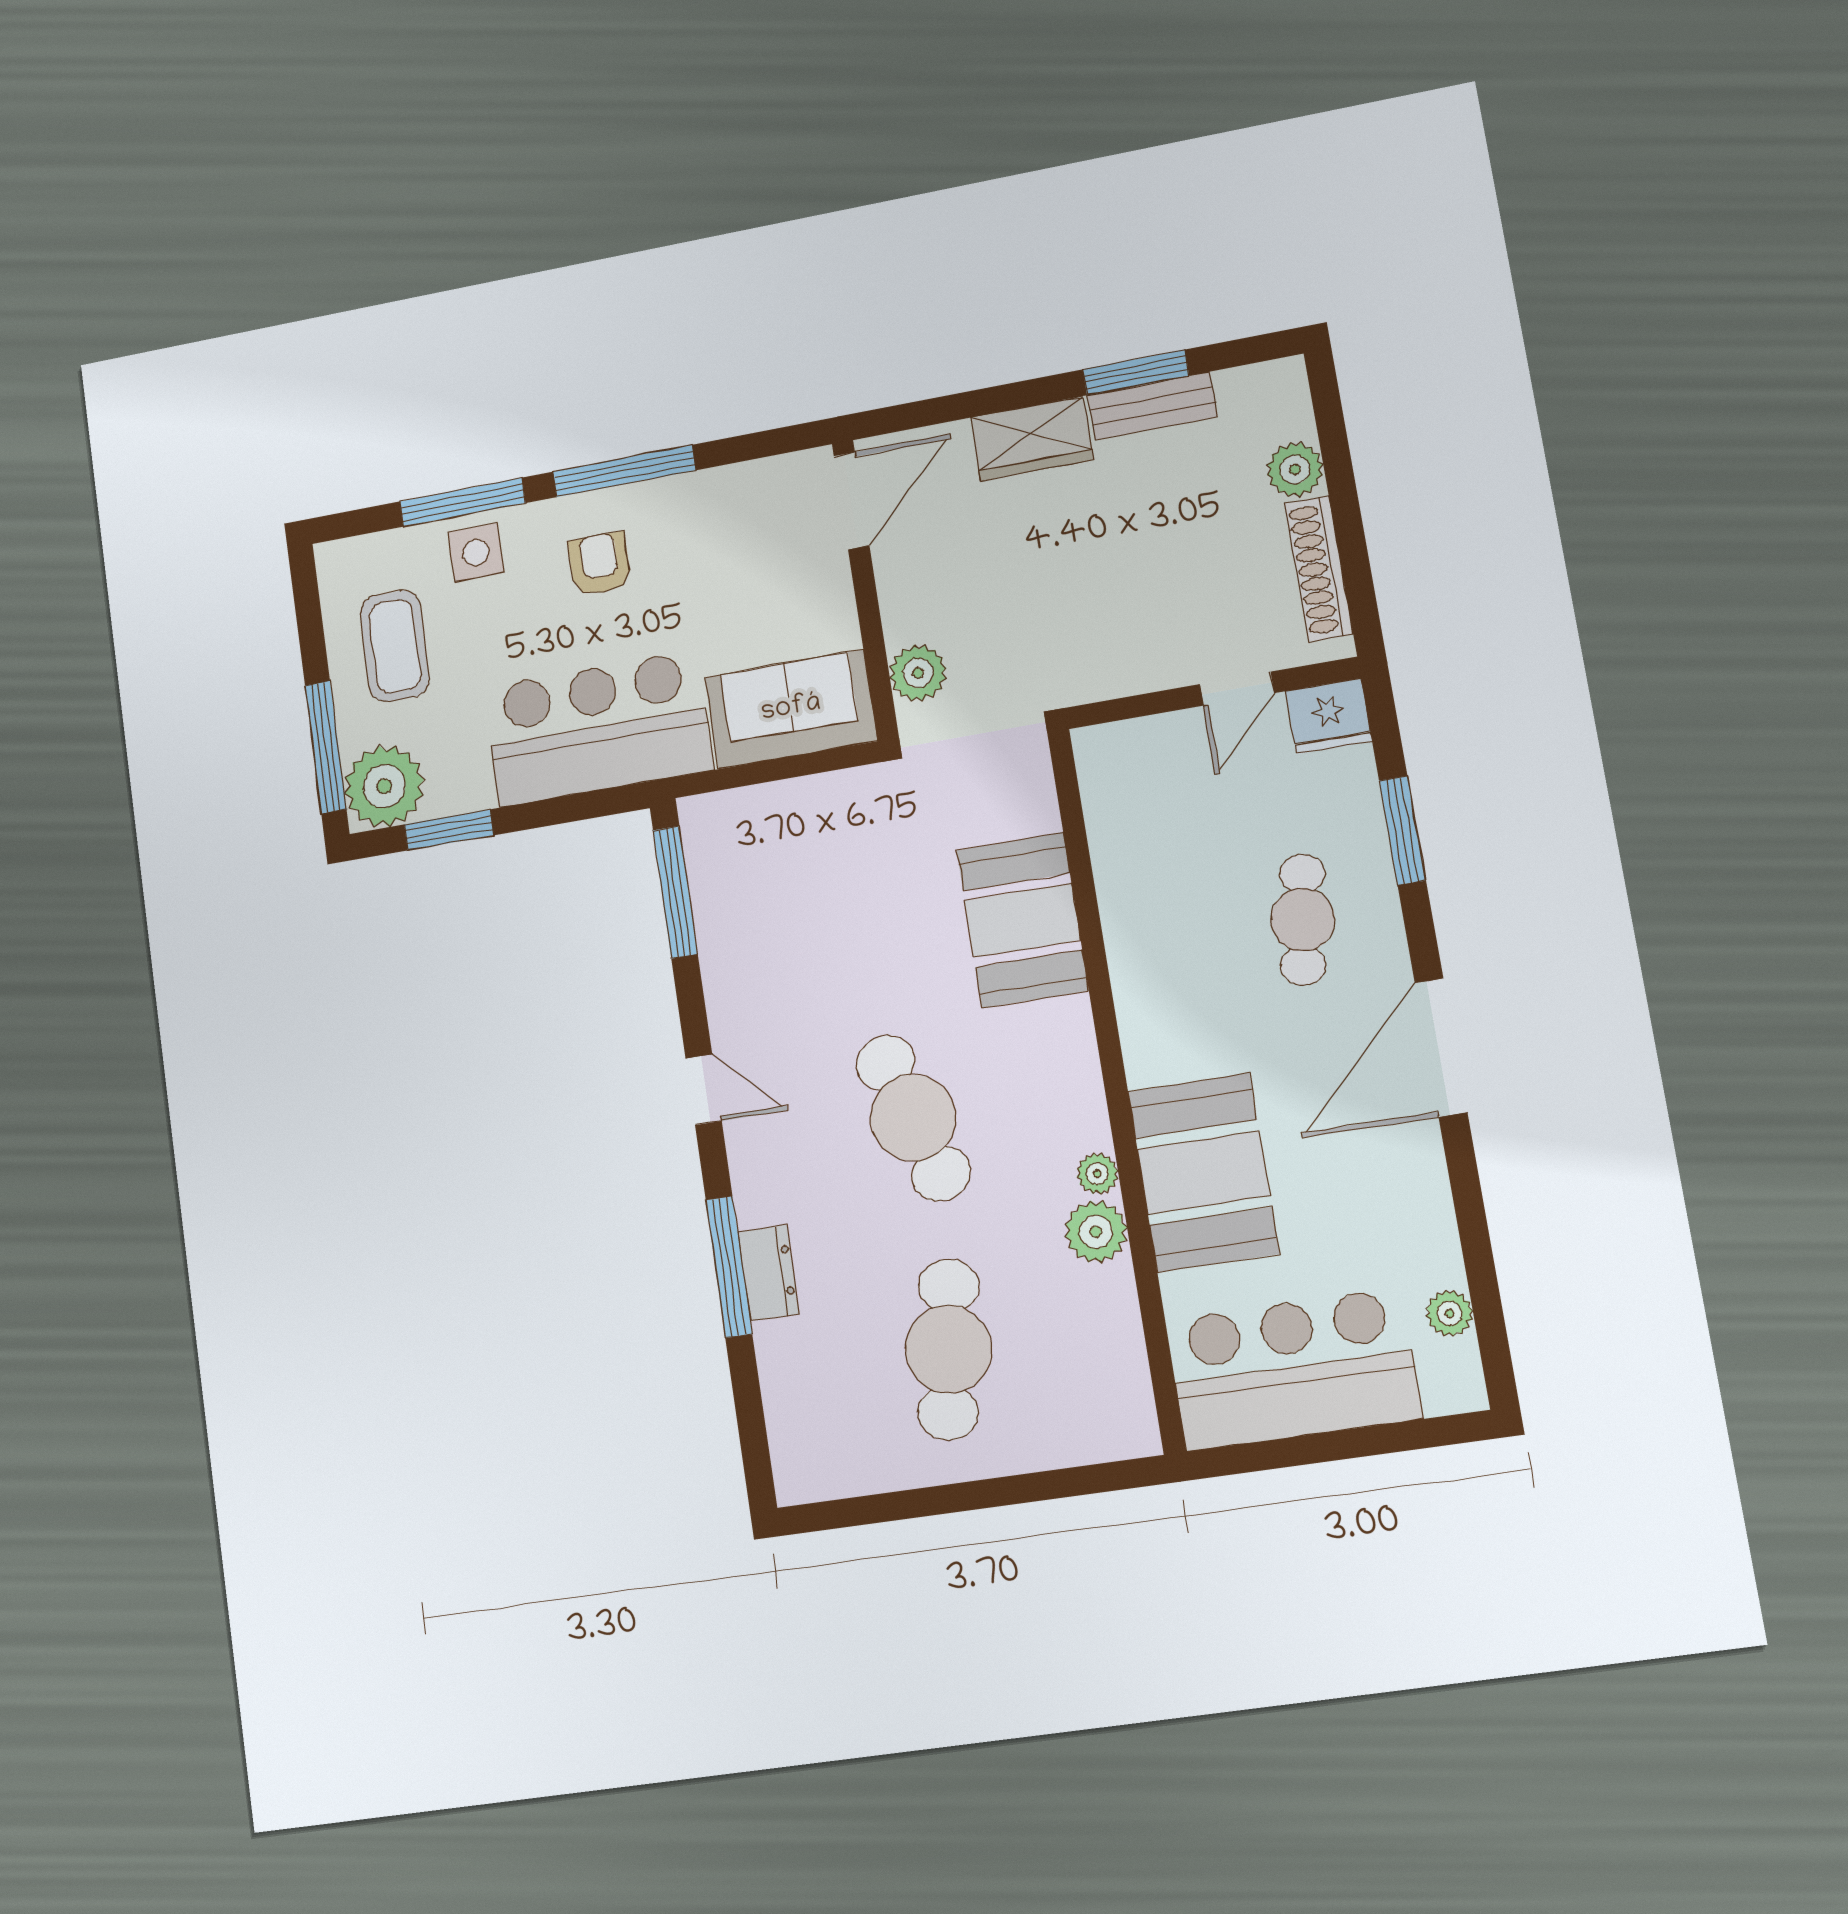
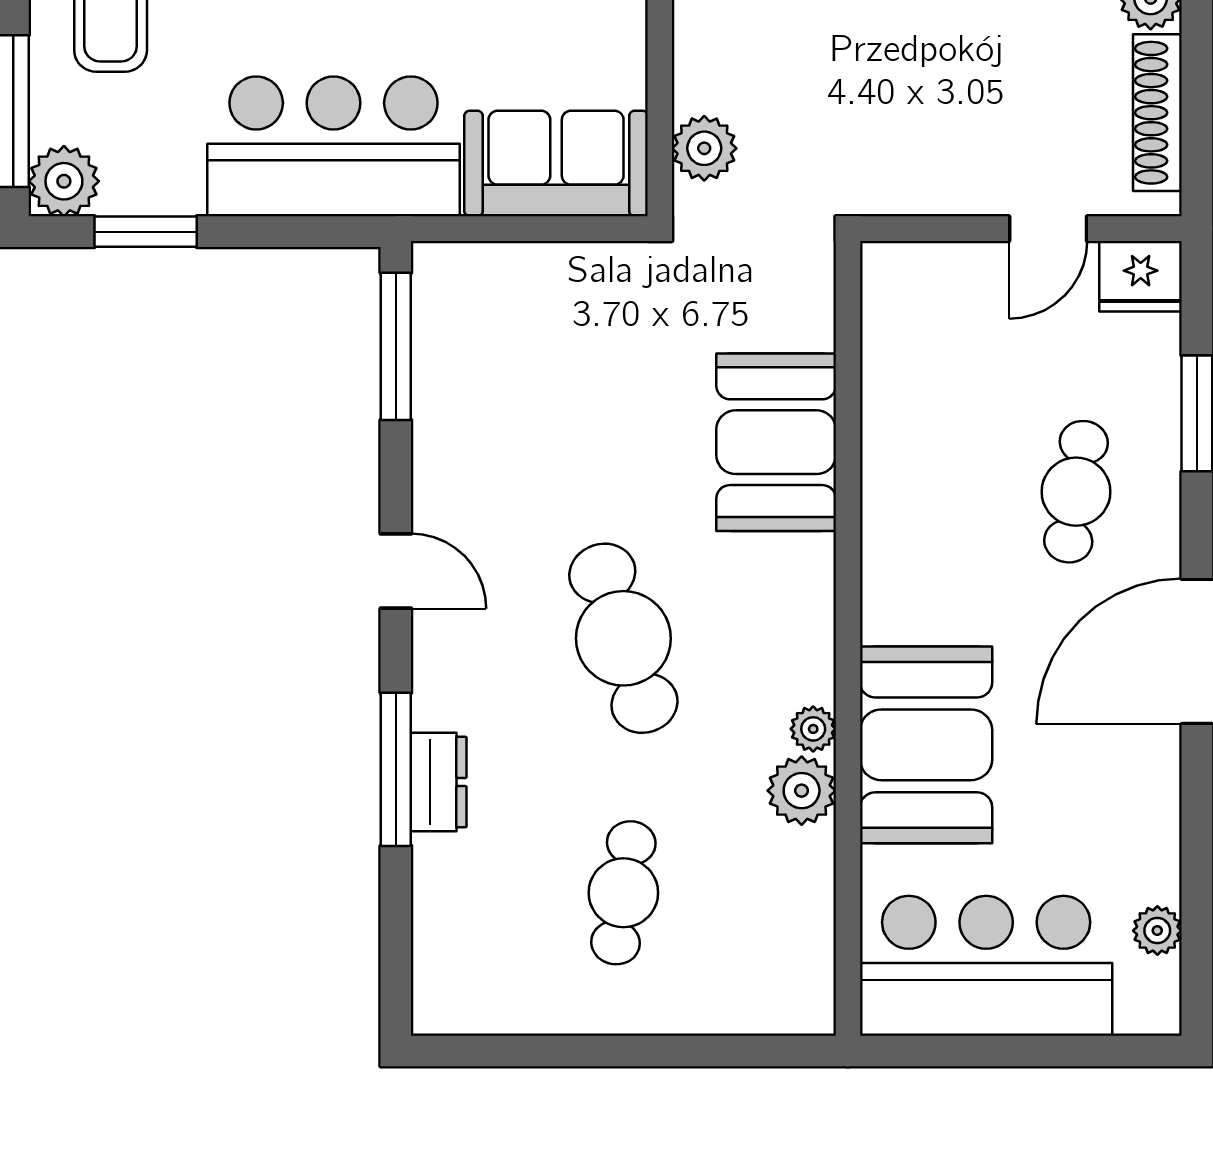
plant: (384, 786) -> (64, 181), width x0.73, depth x0.73
cafe table: (948, 1349) -> (623, 893), width x0.73, depth x0.74

